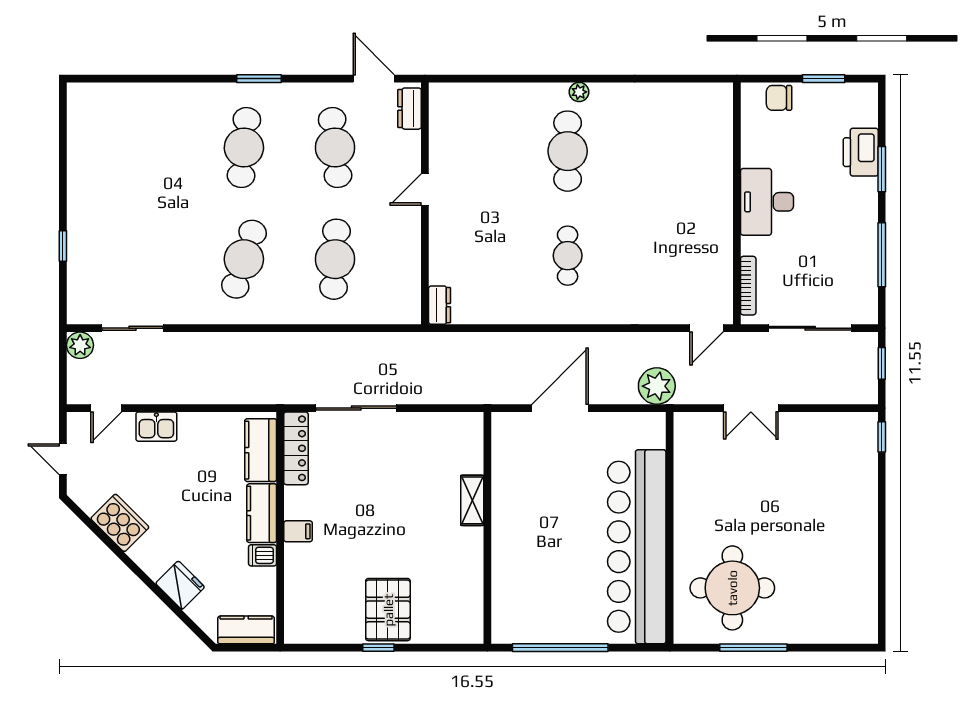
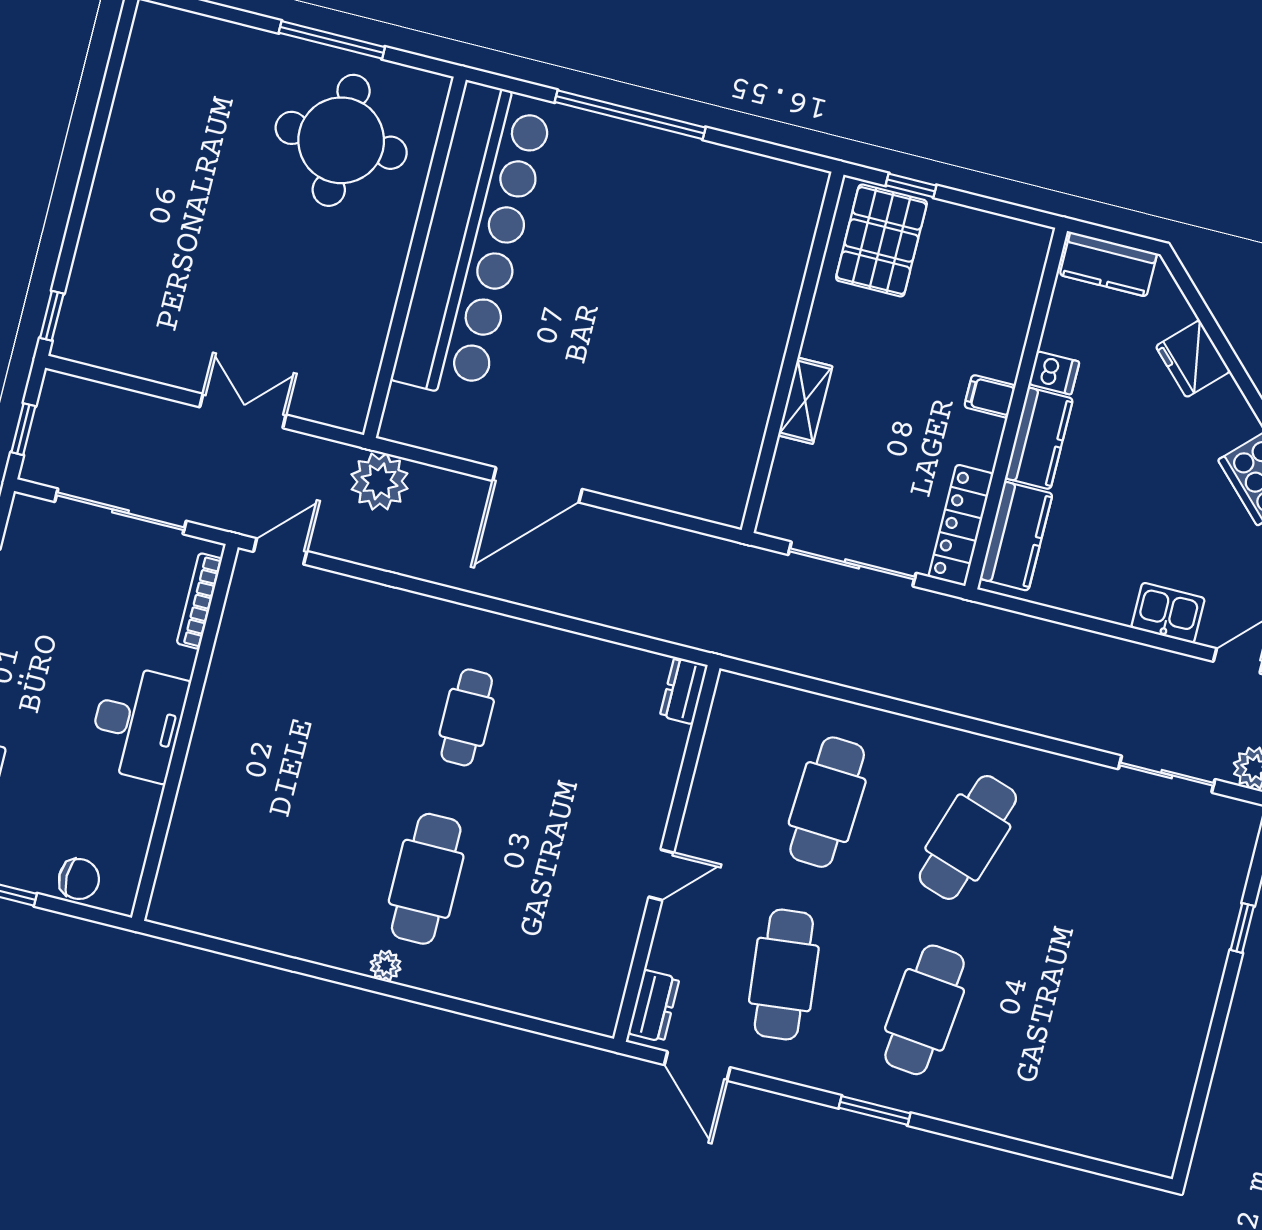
shelving: (472, 500) -> (805, 401), moved
wall: (487, 528) -> (793, 352), moved

